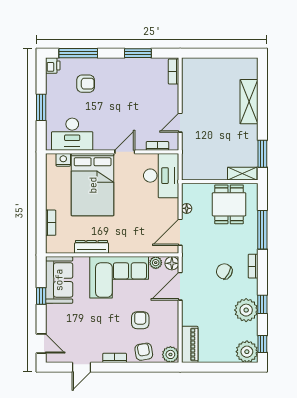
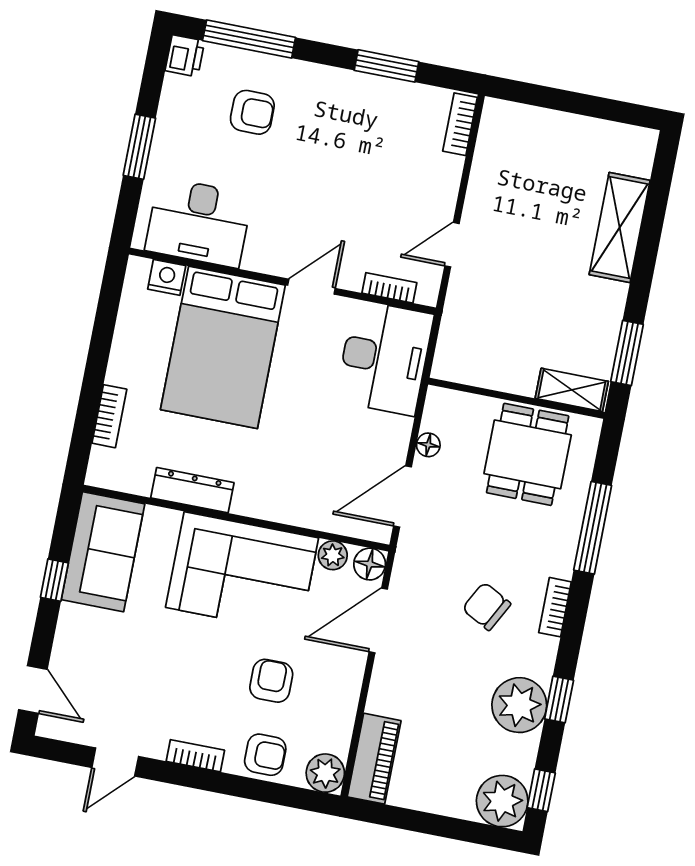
armchair: (144, 352) -> (265, 755), turned 100

